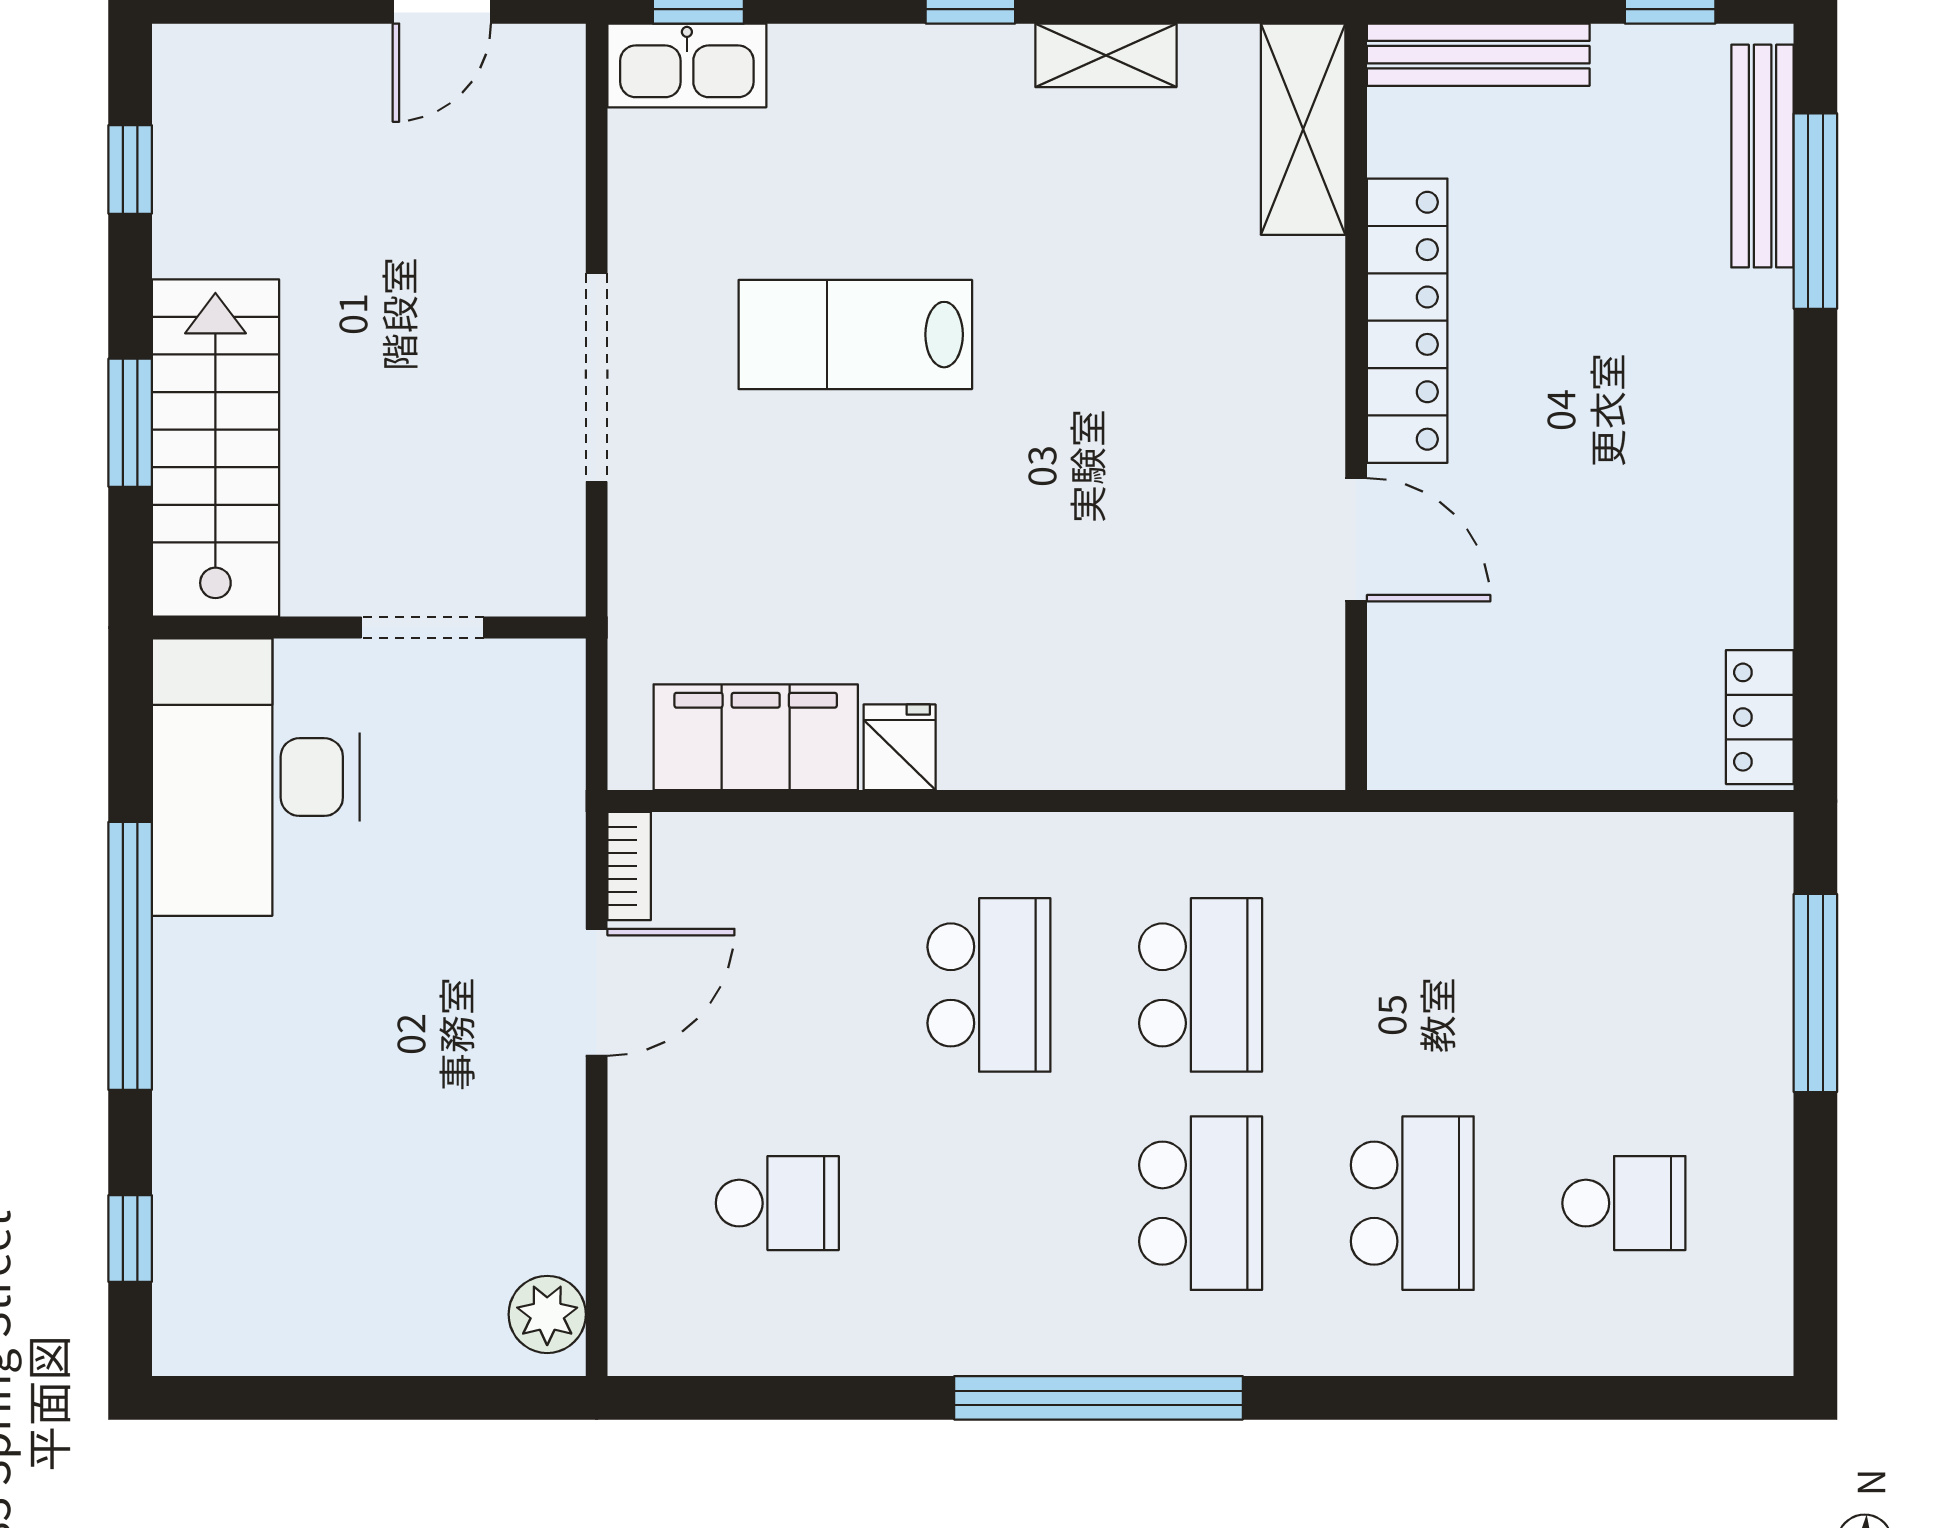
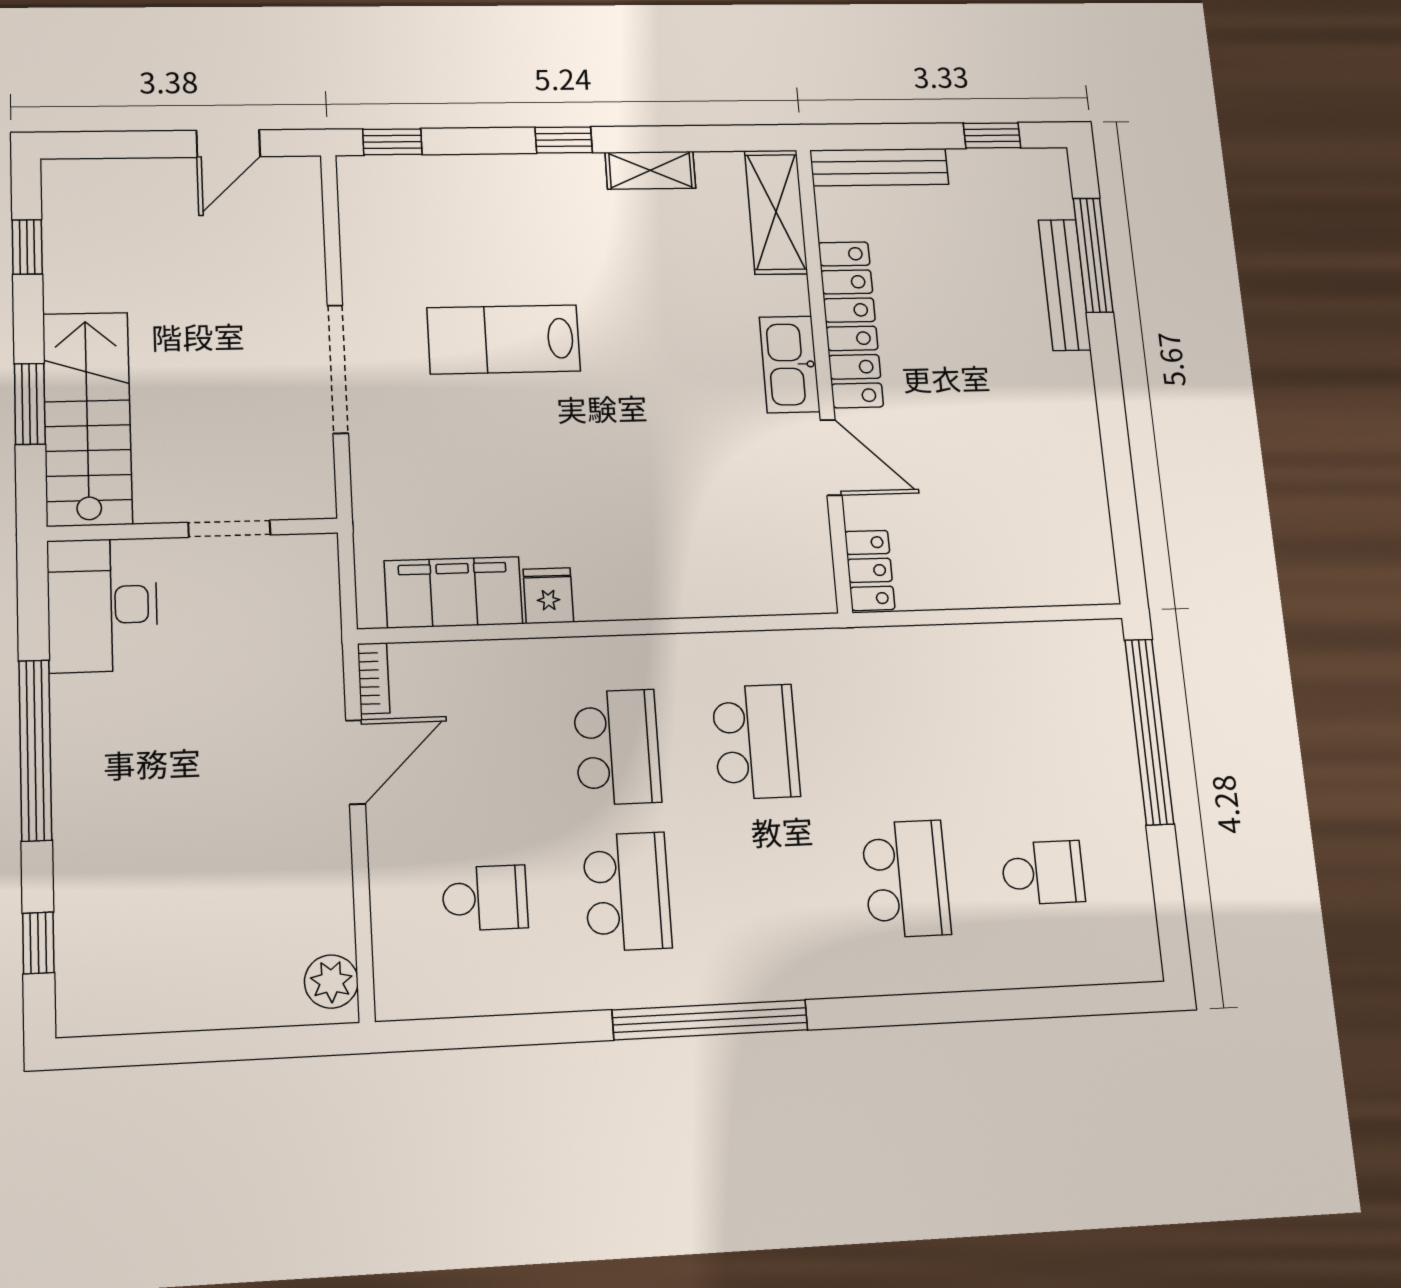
kitchen sink: (687, 65) -> (790, 364), moved, turned 90
bench: (1763, 156) -> (1065, 285), moved
locker: (1760, 717) -> (870, 570), moved, turned 180
desk: (256, 777) -> (102, 605), width x0.73, depth x0.77
window: (1815, 993) -> (1149, 731), width x1.46
school desk: (1201, 1203) -> (627, 892), moved

